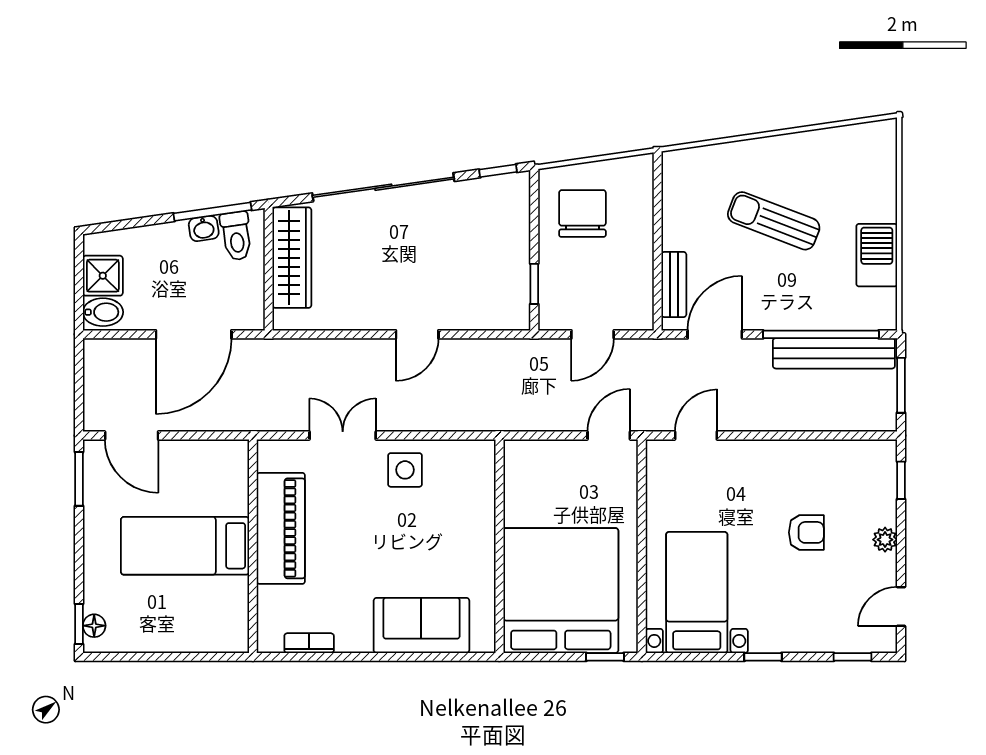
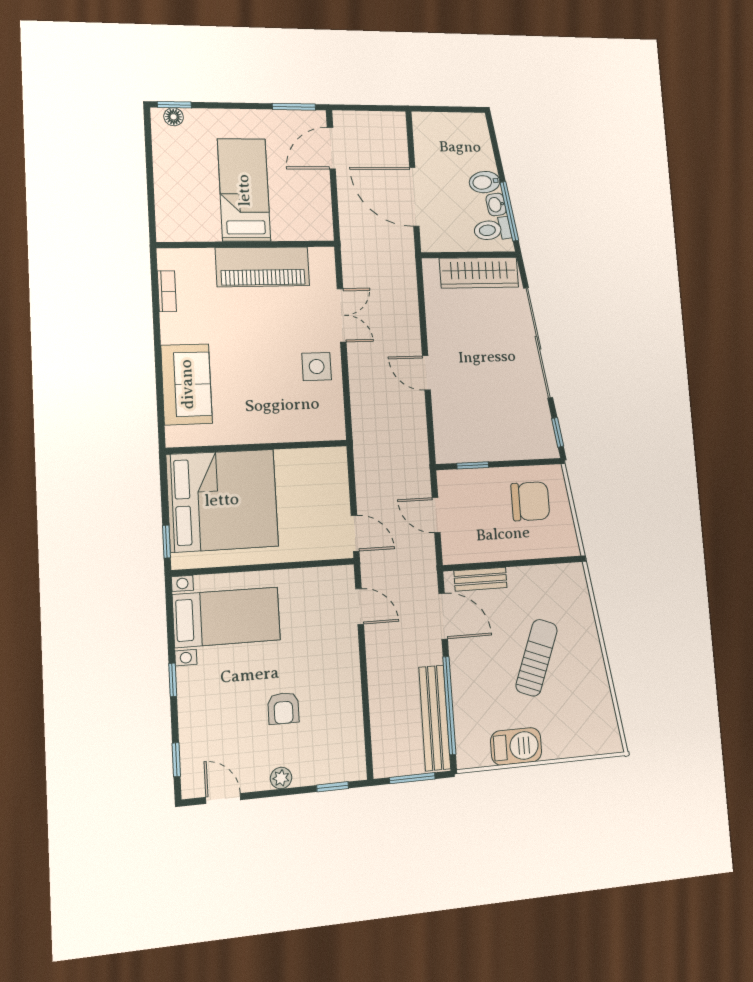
shower: (103, 276) -> (455, 127), removed
bidet: (103, 312) -> (485, 182), moved, turned 82

